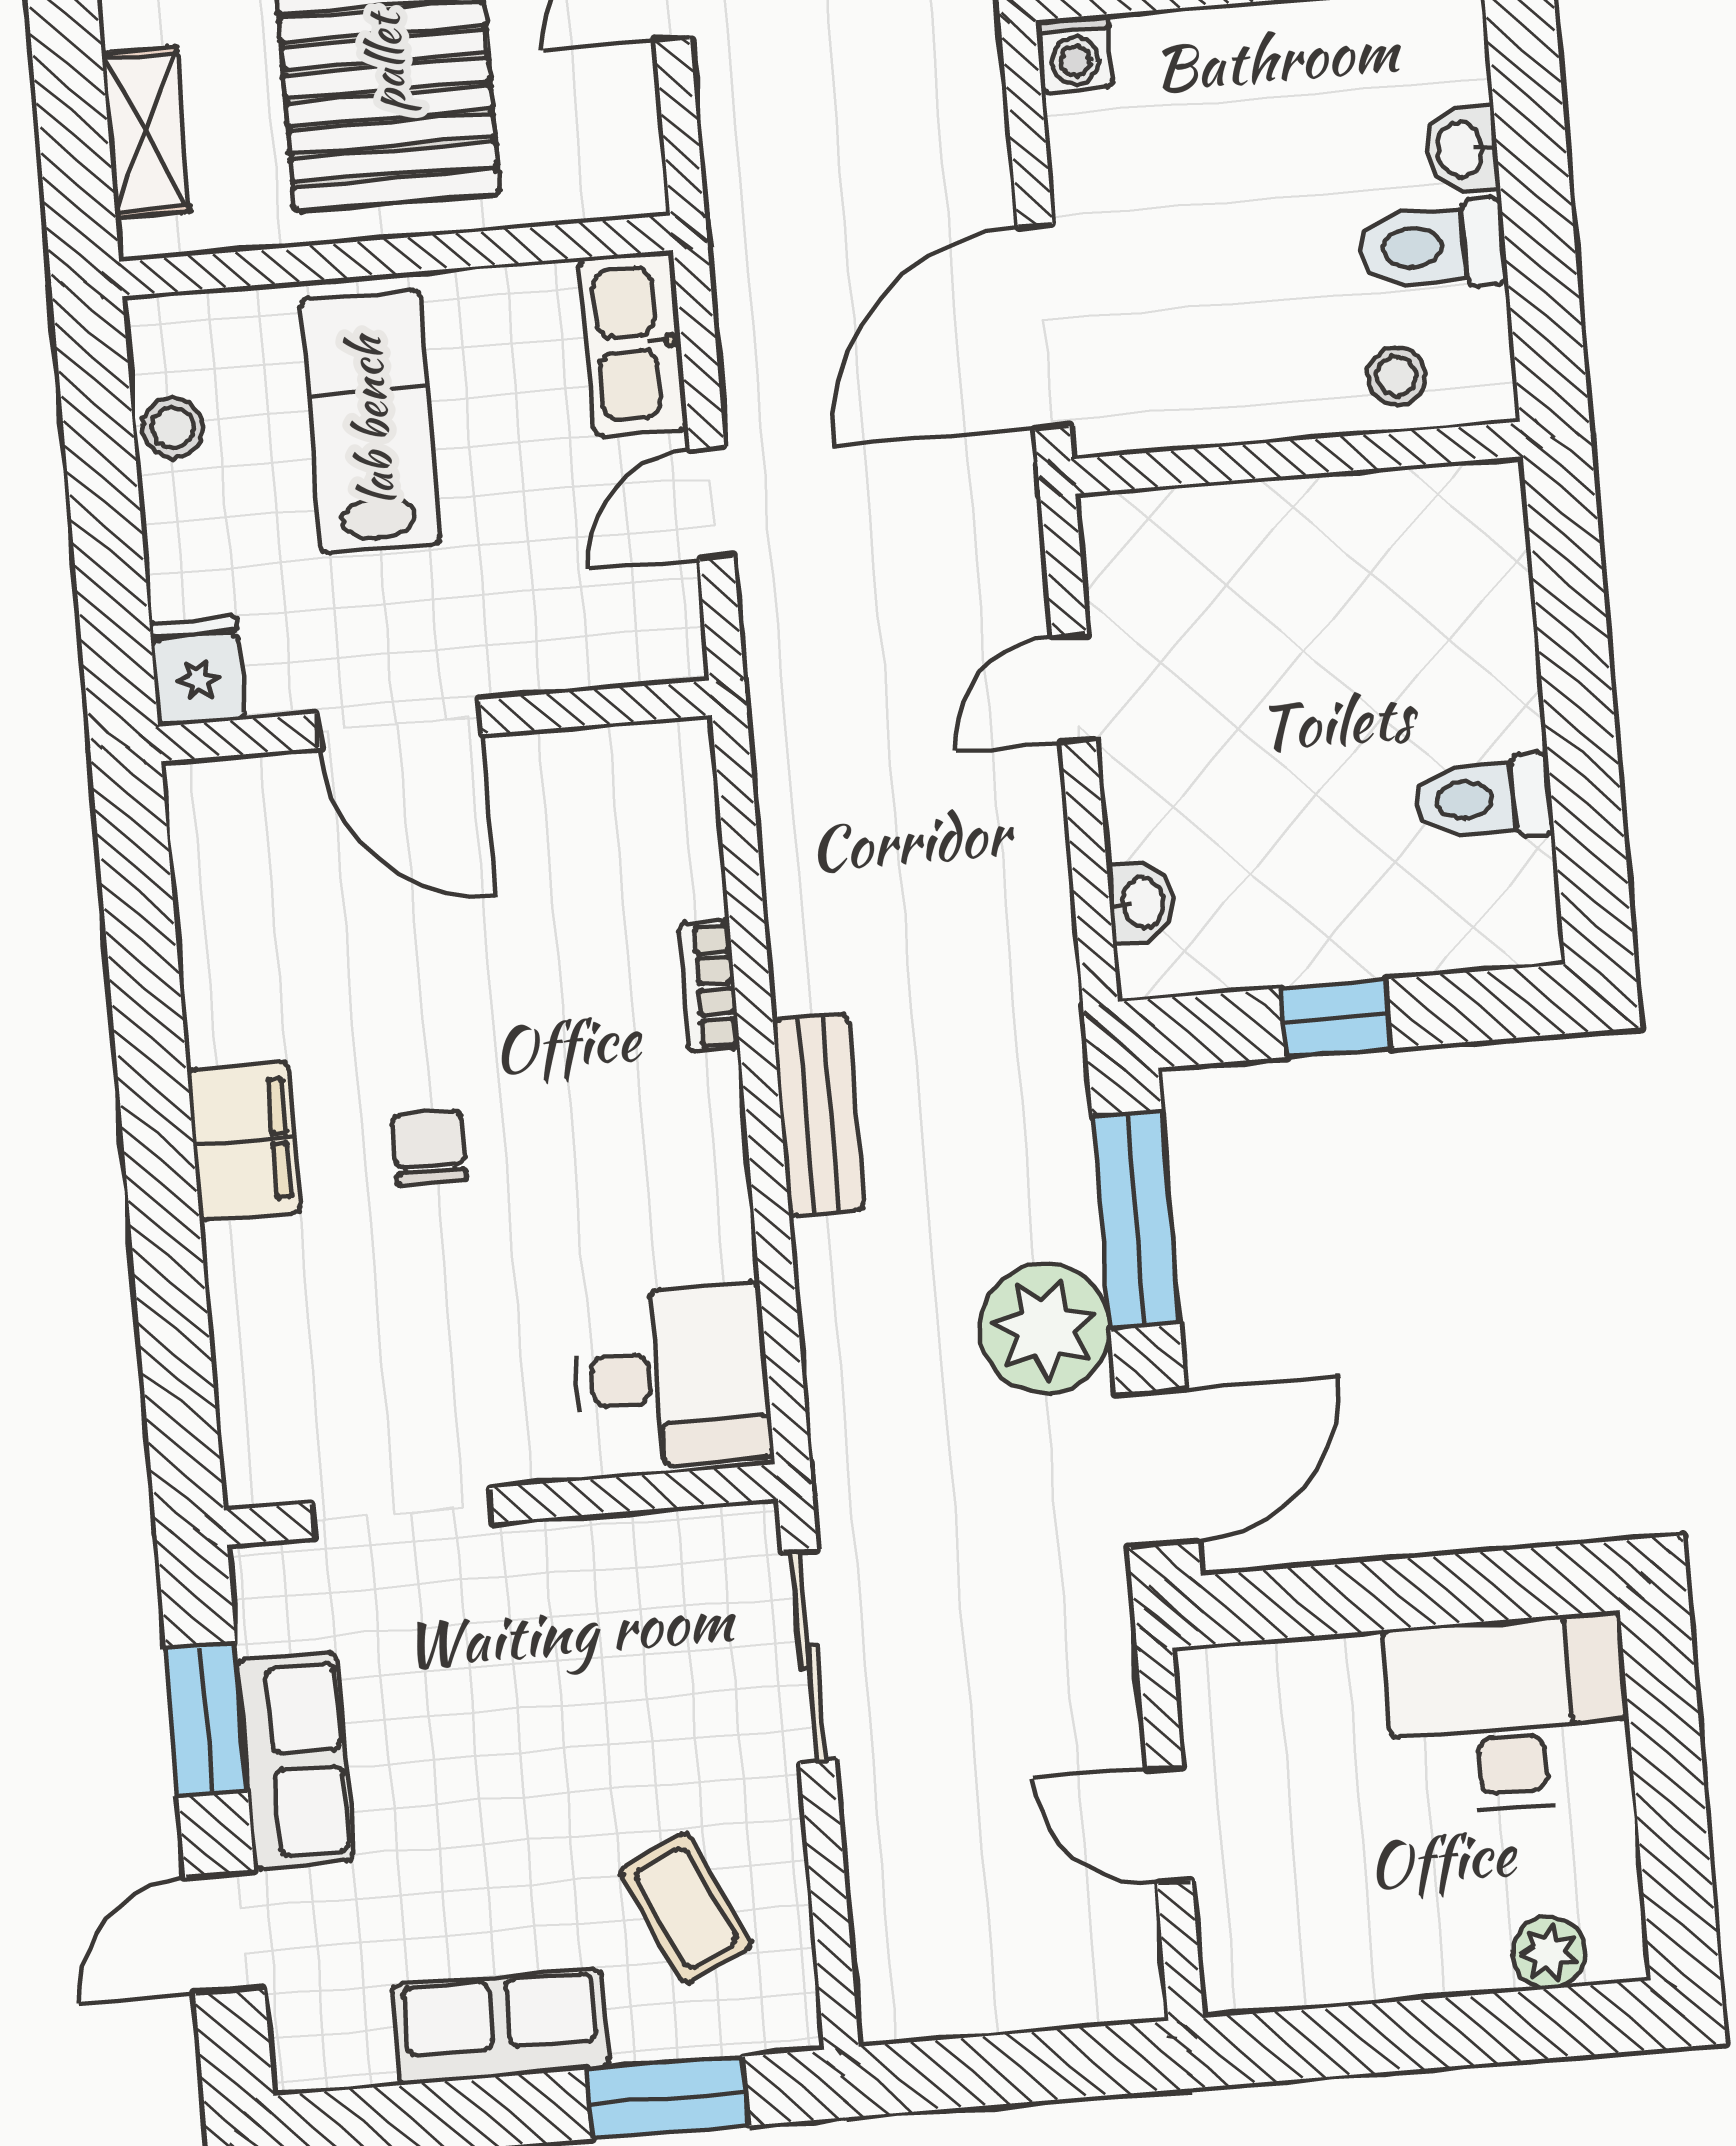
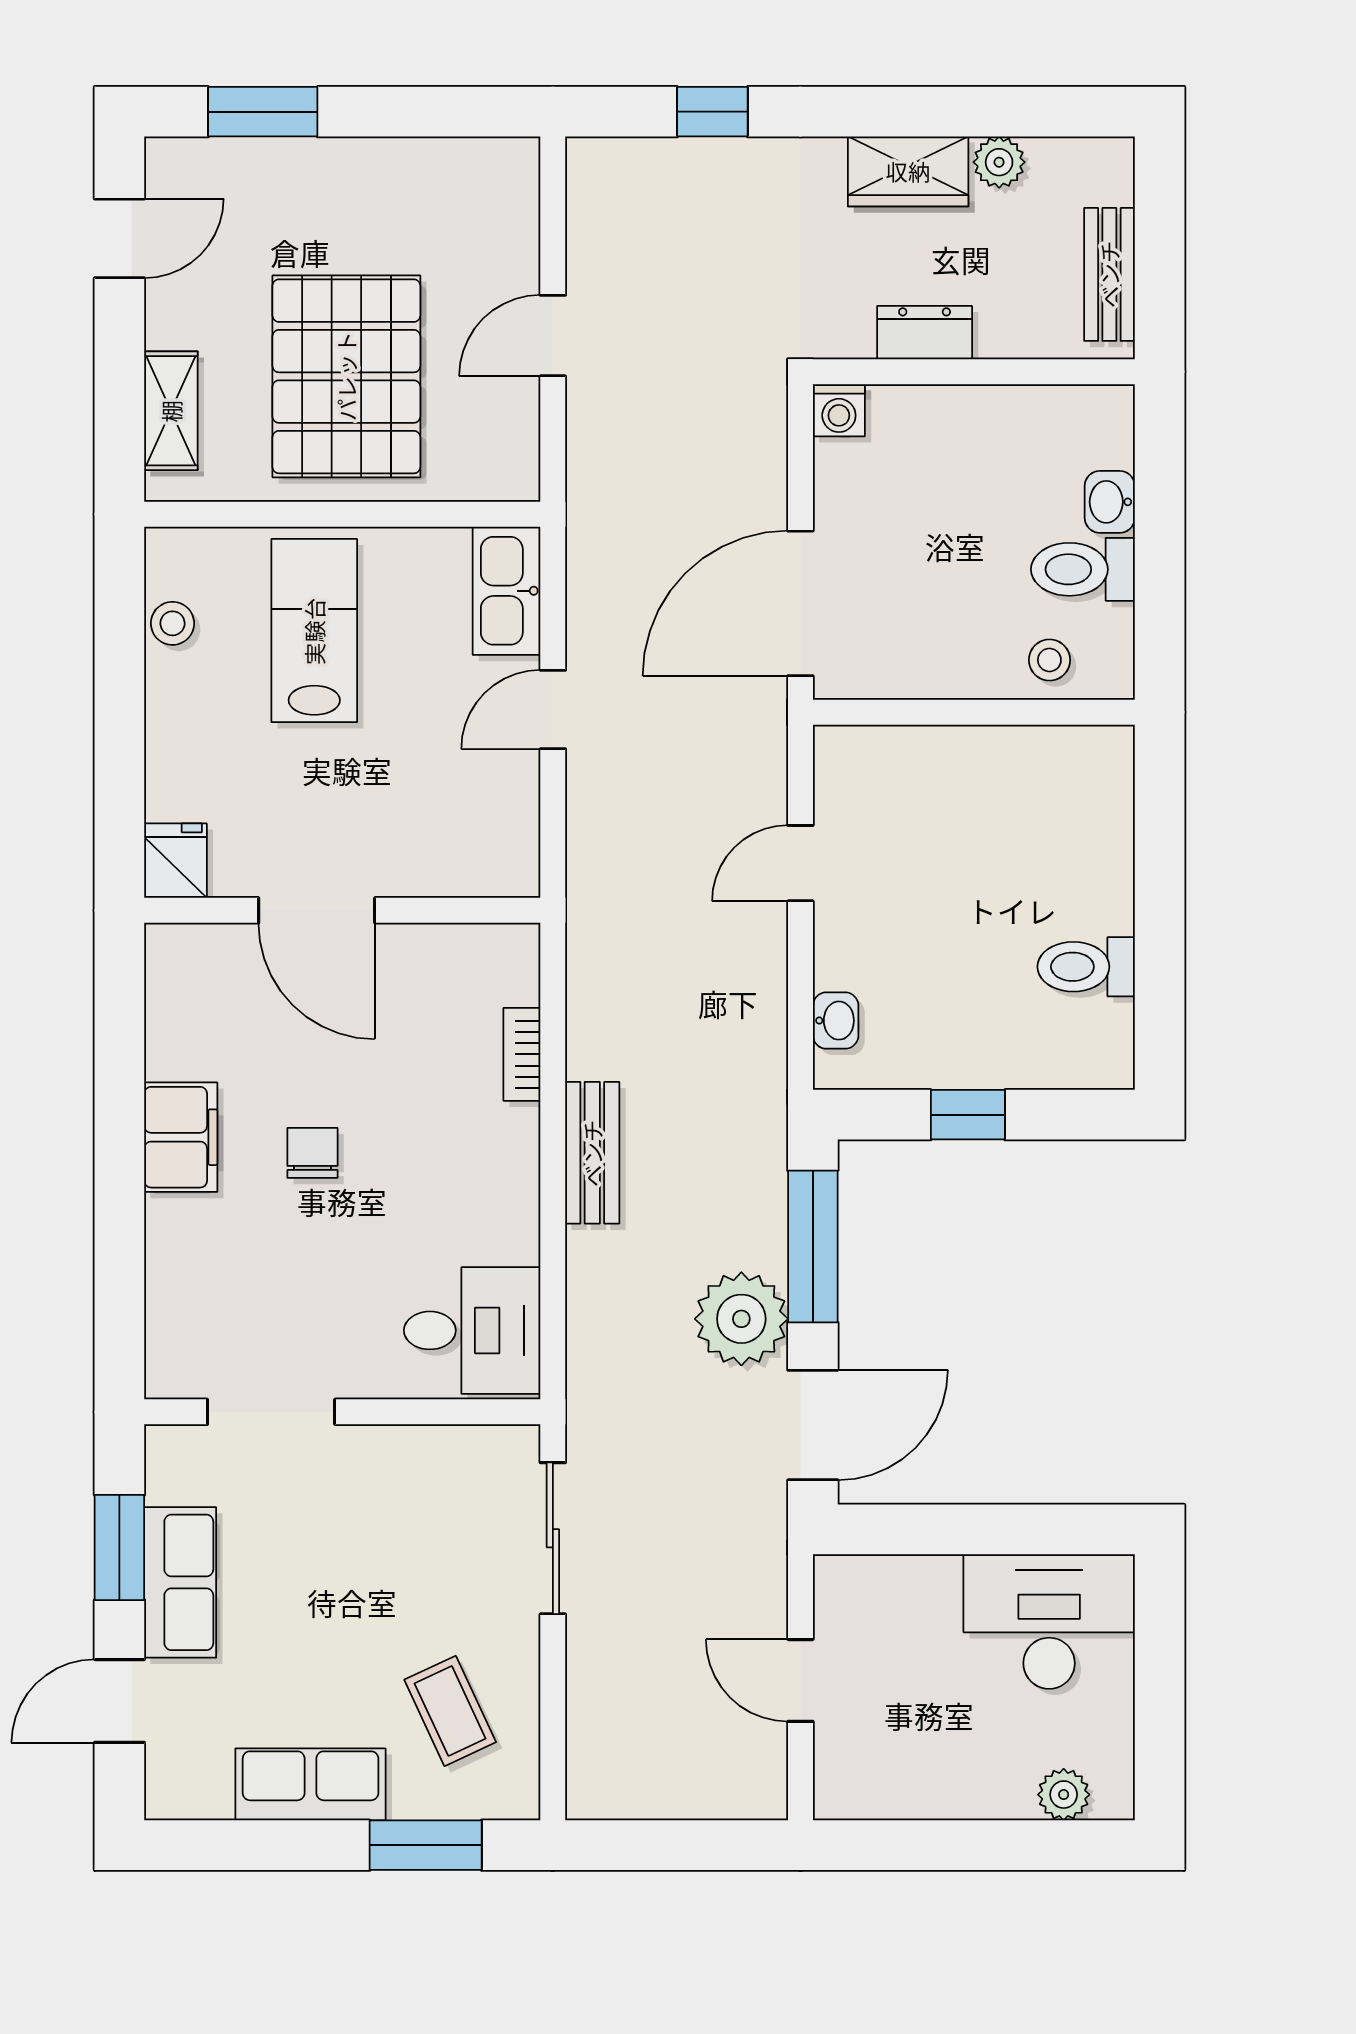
fridge: (197, 671) -> (175, 861), moved
wall: (435, 721) -> (342, 910), moved
door: (399, 724) -> (317, 910), moved

